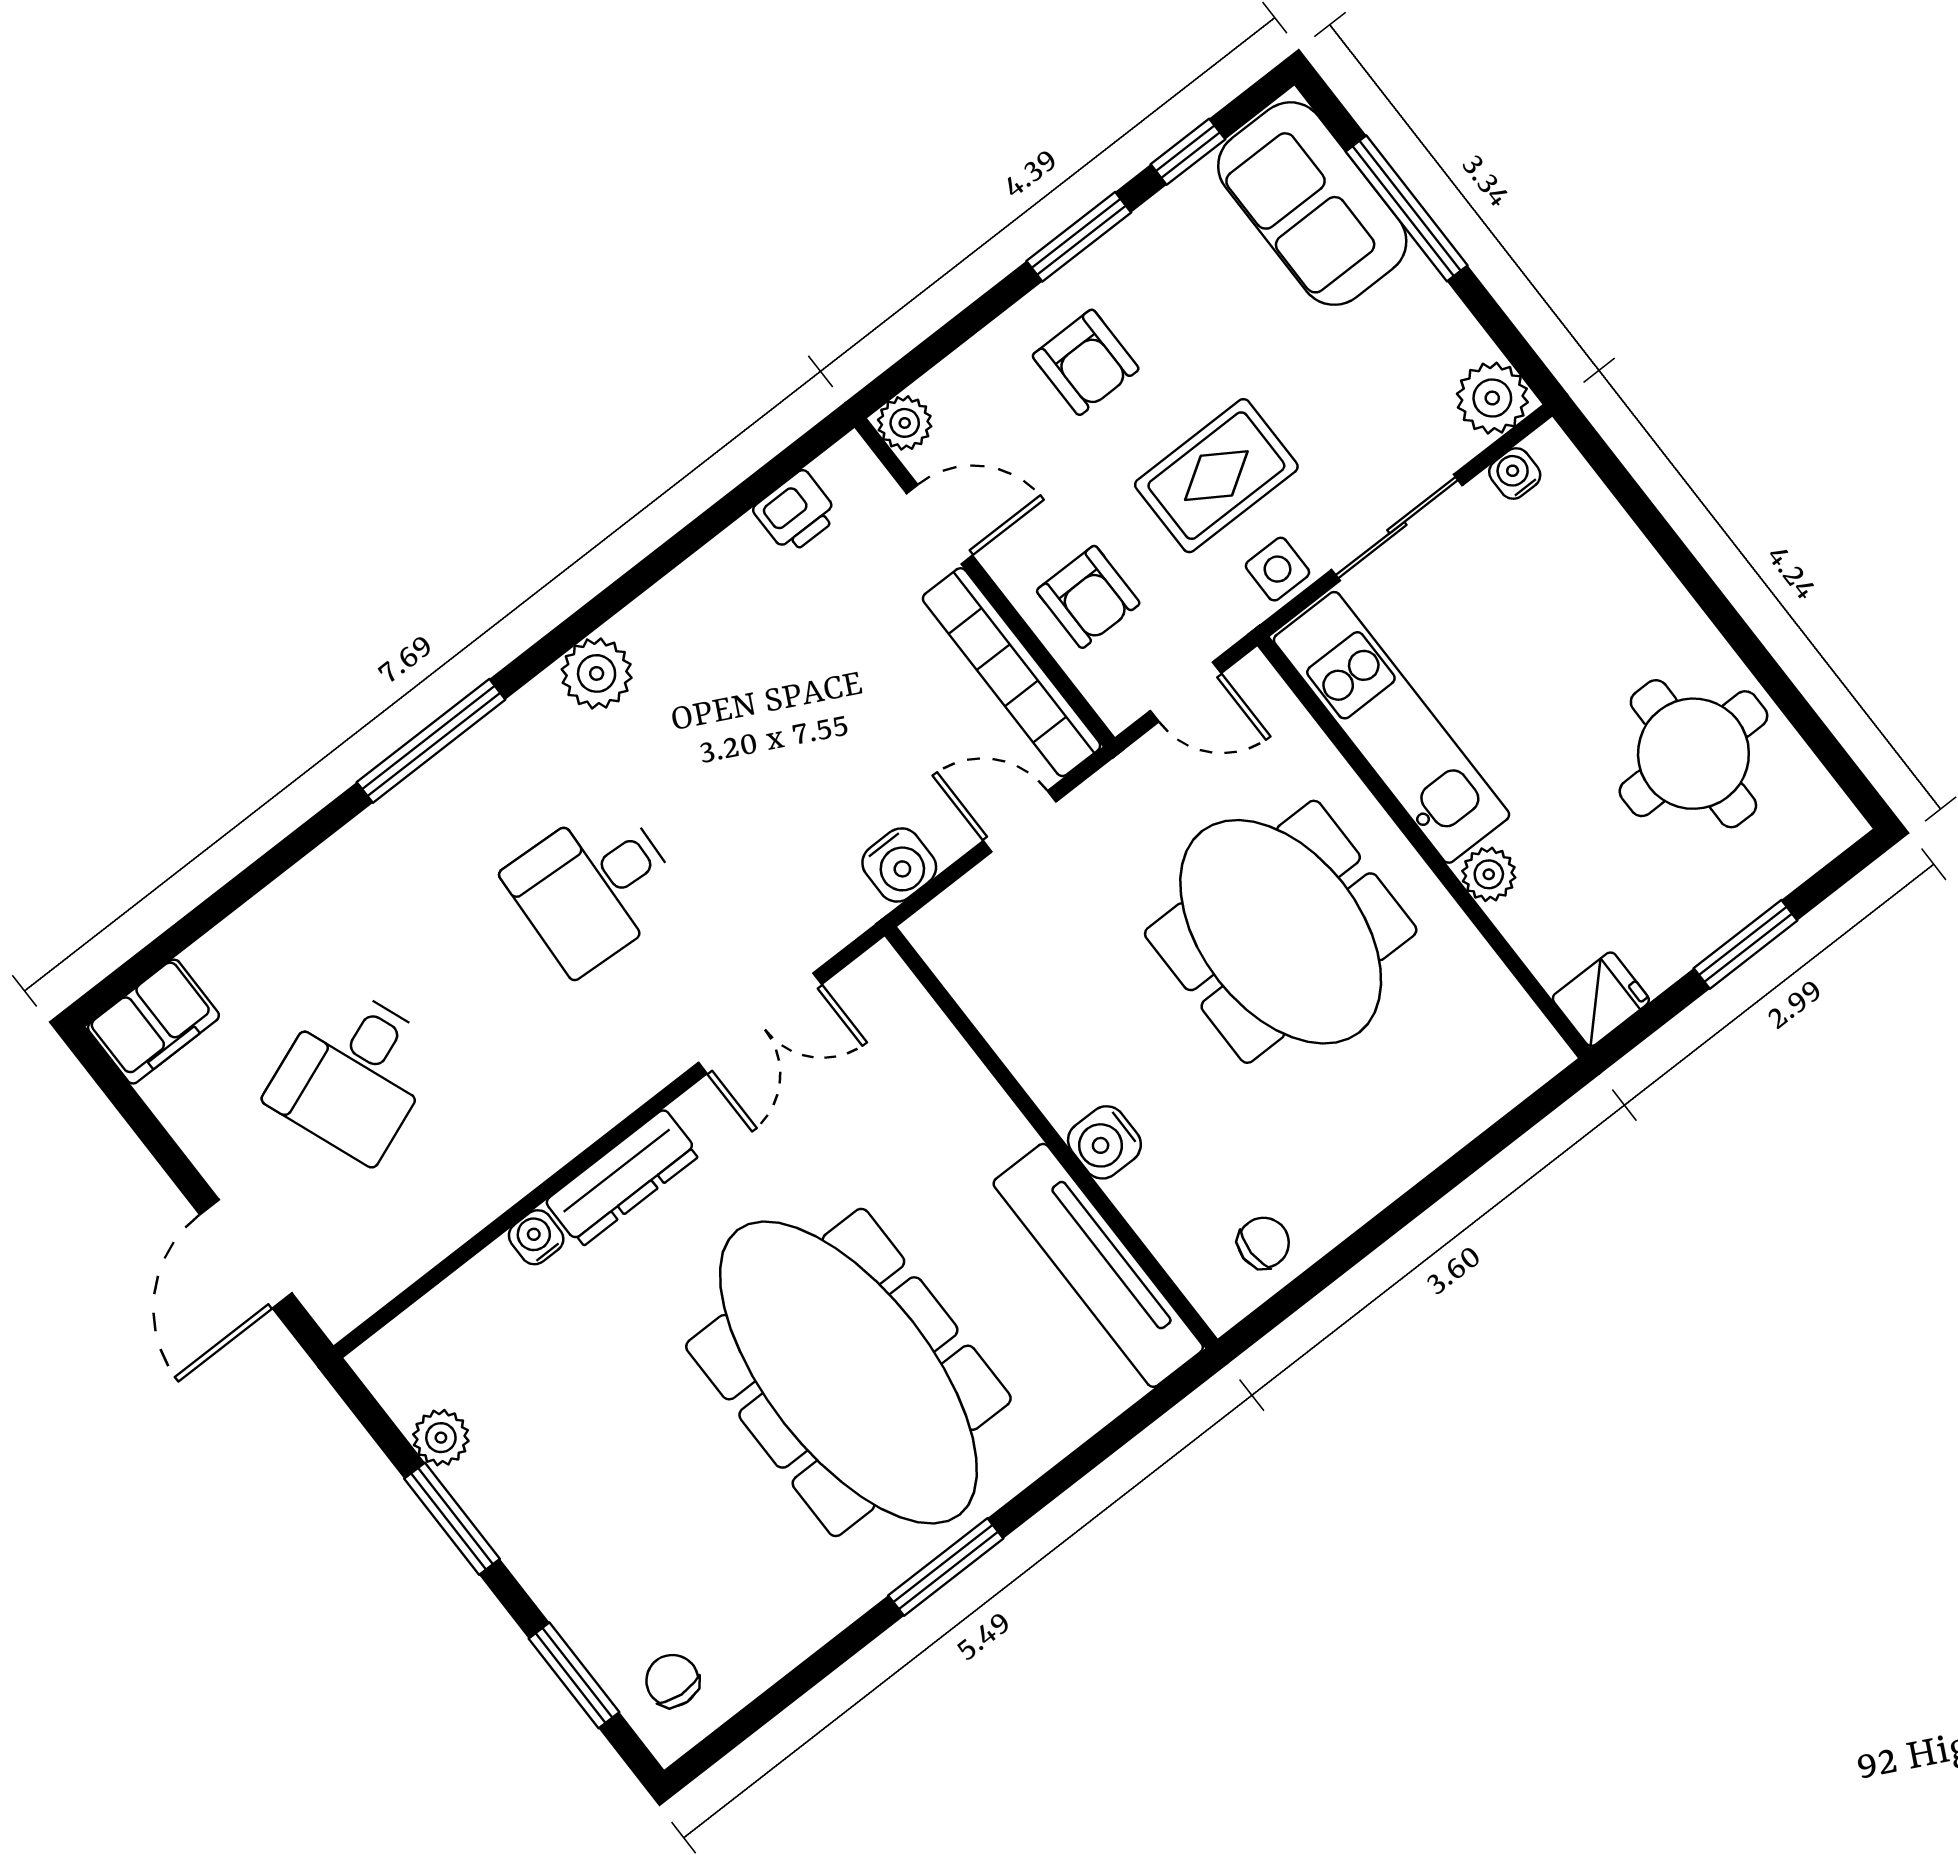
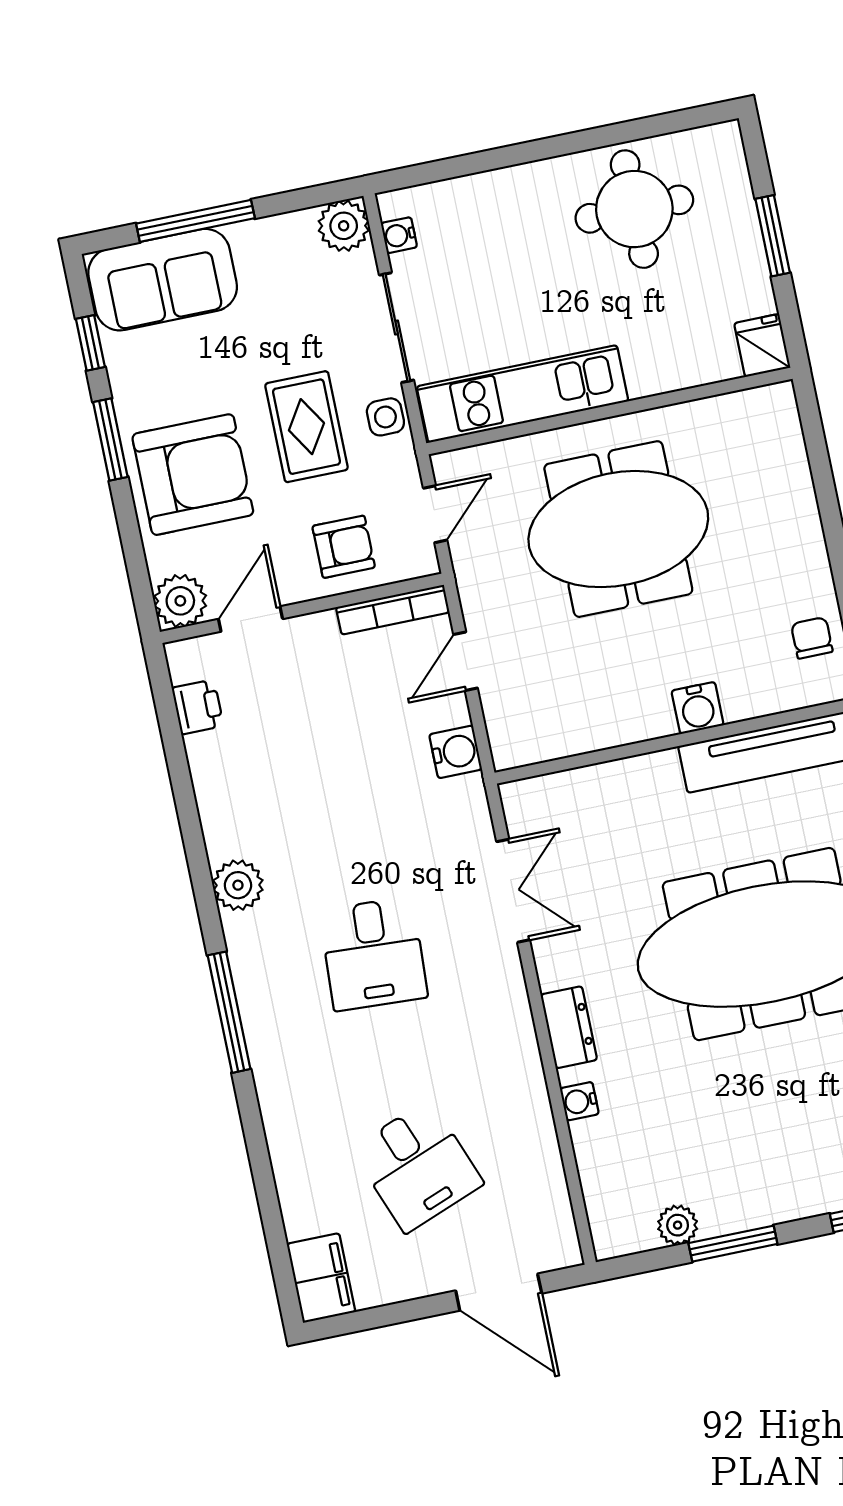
armchair: (1086, 362) -> (193, 475), width x1.88, depth x1.88
plant: (905, 423) -> (180, 601), width x1.38, depth x1.38
bookcase: (1012, 672) -> (393, 610), width x0.68, depth x0.76
plant: (1489, 874) -> (647, 378), removed
dresser: (623, 1178) -> (569, 1027), width x0.70

